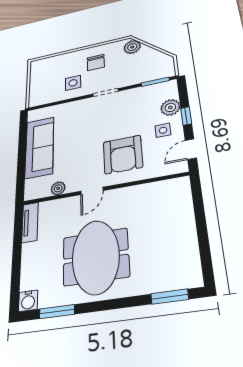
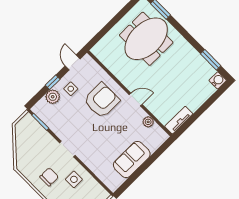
plant: (132, 47) -> (23, 161), removed
sofa: (39, 147) -> (132, 159), width x0.73
door: (191, 149) -> (73, 62), swing flipped
meeting table: (96, 257) -> (146, 39), moved

